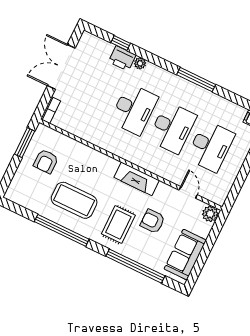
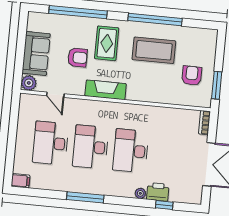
sofa: (185, 255) -> (36, 53), moved

